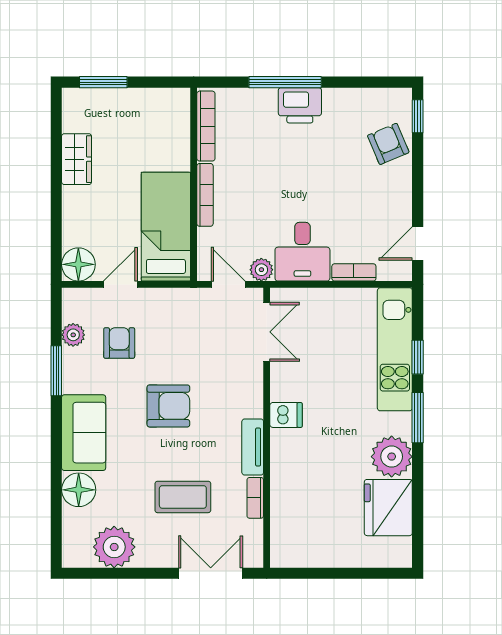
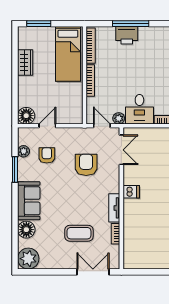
printer: (300, 105) -> (127, 35), moved
bed: (166, 227) -> (68, 54), moved, turned 180
armchair: (168, 406) -> (86, 165), moved, turned -90
plant: (114, 547) -> (28, 259), moved

